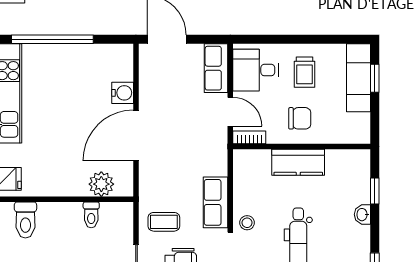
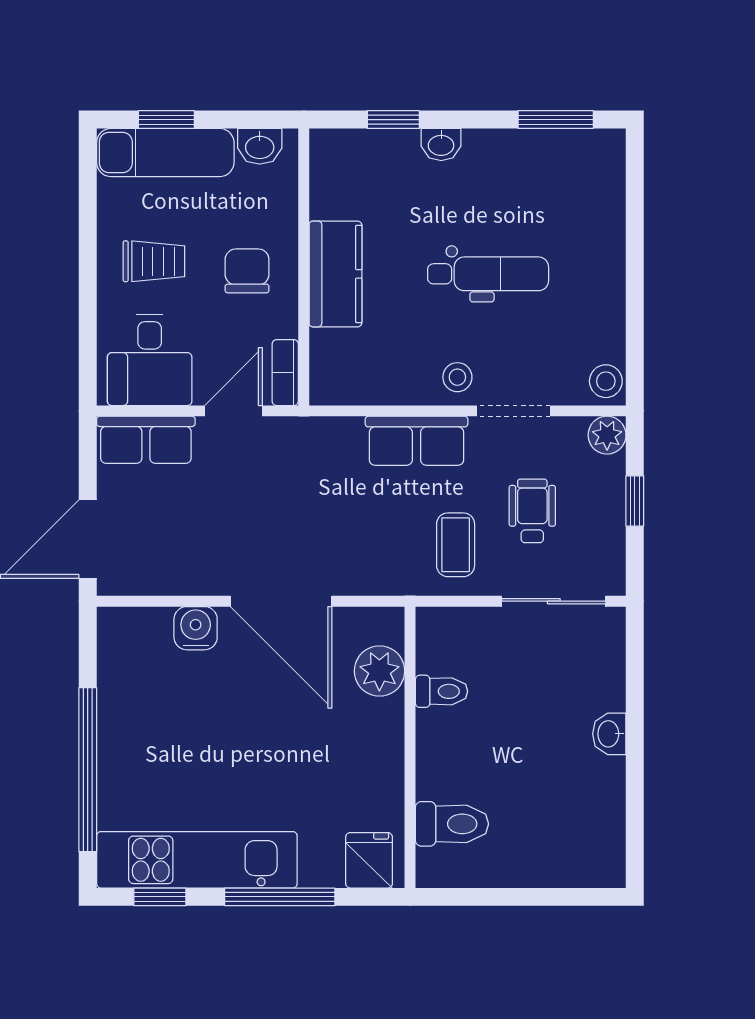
washbasin: (362, 125) -> (260, 146), added

